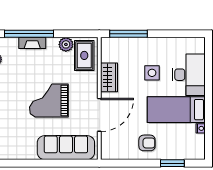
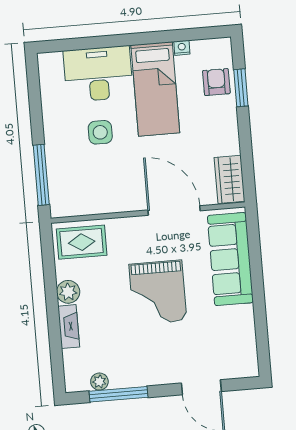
window: (29, 34) -> (55, 333), removed
plant: (66, 44) -> (68, 292), moved
wardrobe: (109, 77) -> (230, 179), moved, turned -90
armchair: (147, 143) -> (216, 82), moved

